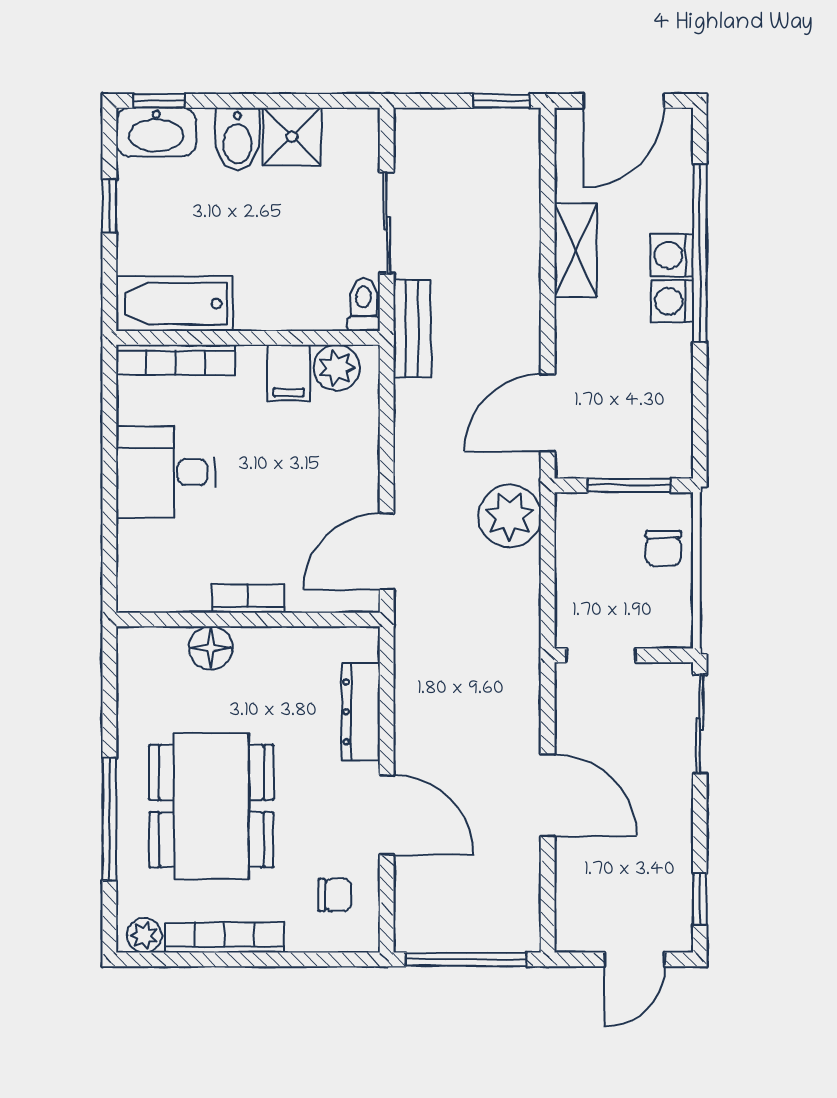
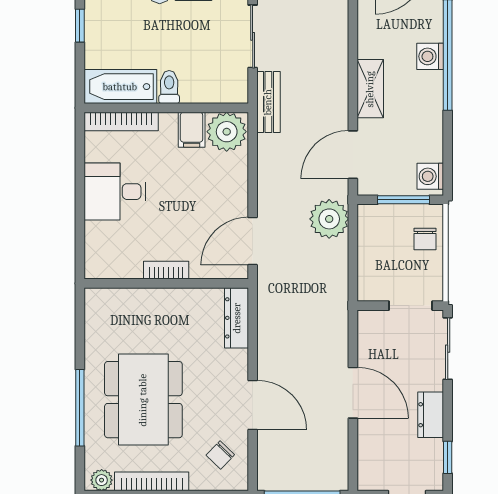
shelving: (576, 250) -> (370, 89), moved
washing machine: (672, 301) -> (430, 176), moved
toilet: (364, 304) -> (169, 87), moved
plant: (337, 368) -> (227, 132), width x1.36, depth x1.36
floor lamp: (211, 648) -> (143, 301), removed
doorway: (601, 655) -> (411, 306), moved
dresser: (361, 712) -> (237, 318), moved
dresser: (672, 830) -> (431, 415), added
chair: (335, 895) -> (220, 455), turned 134

